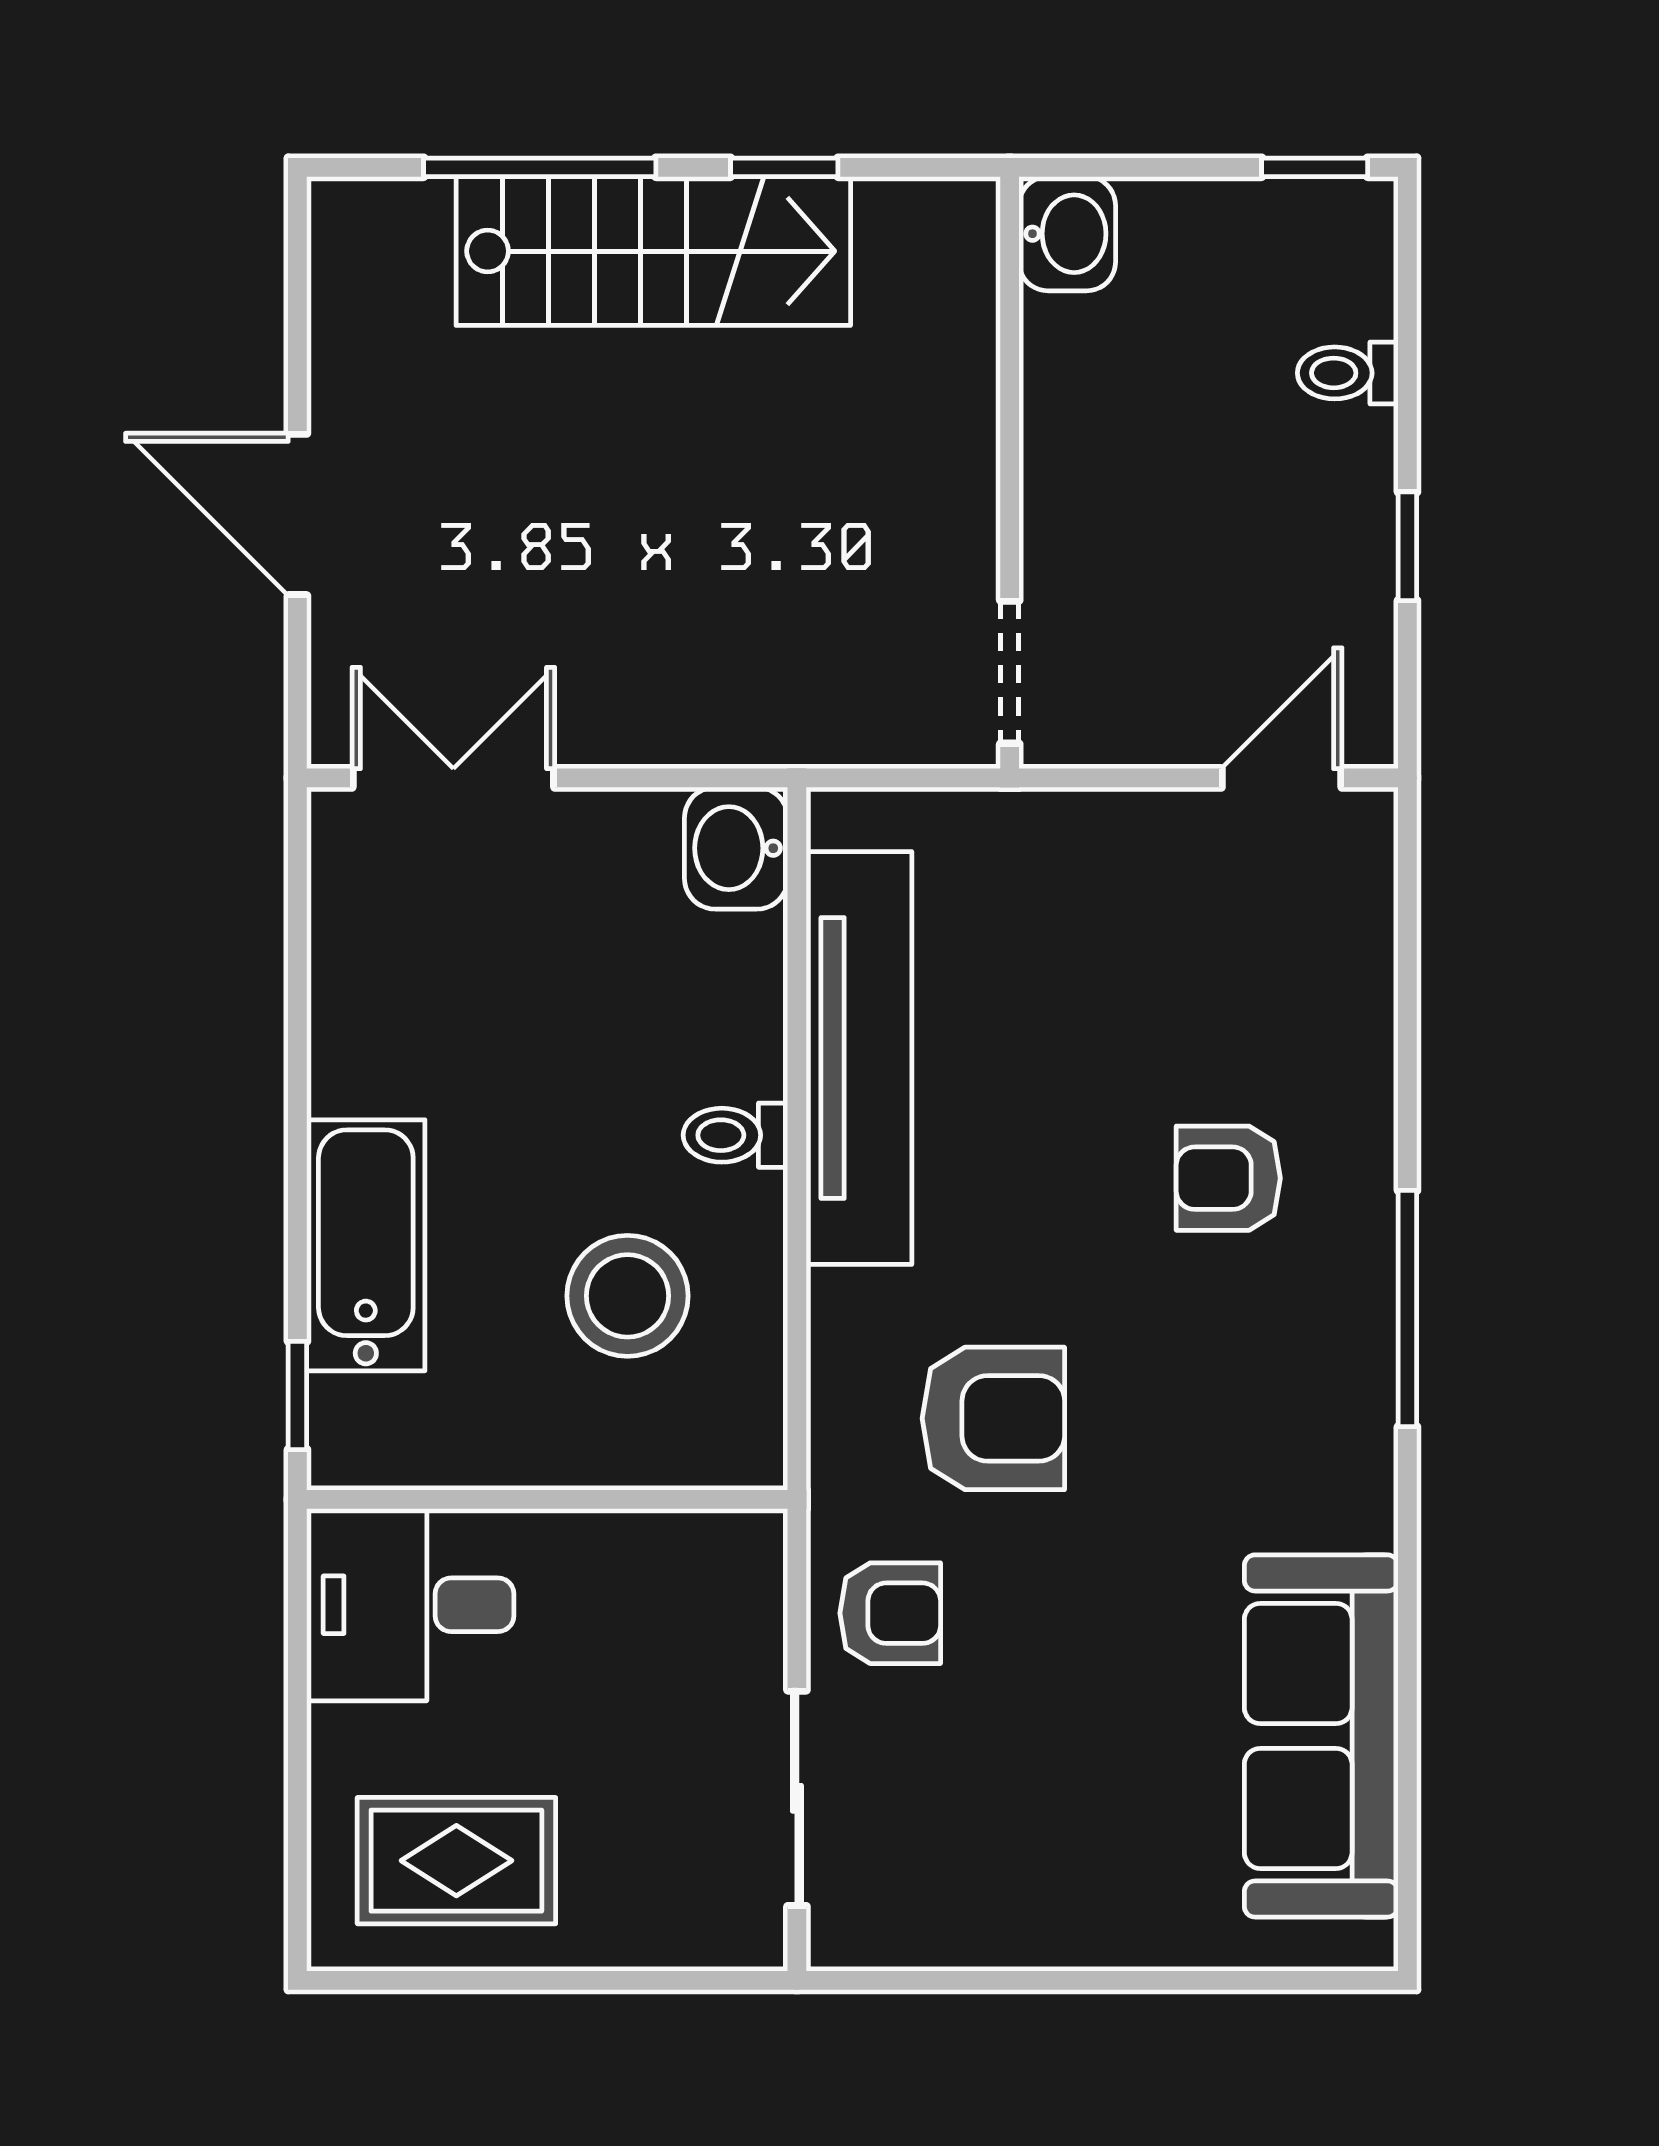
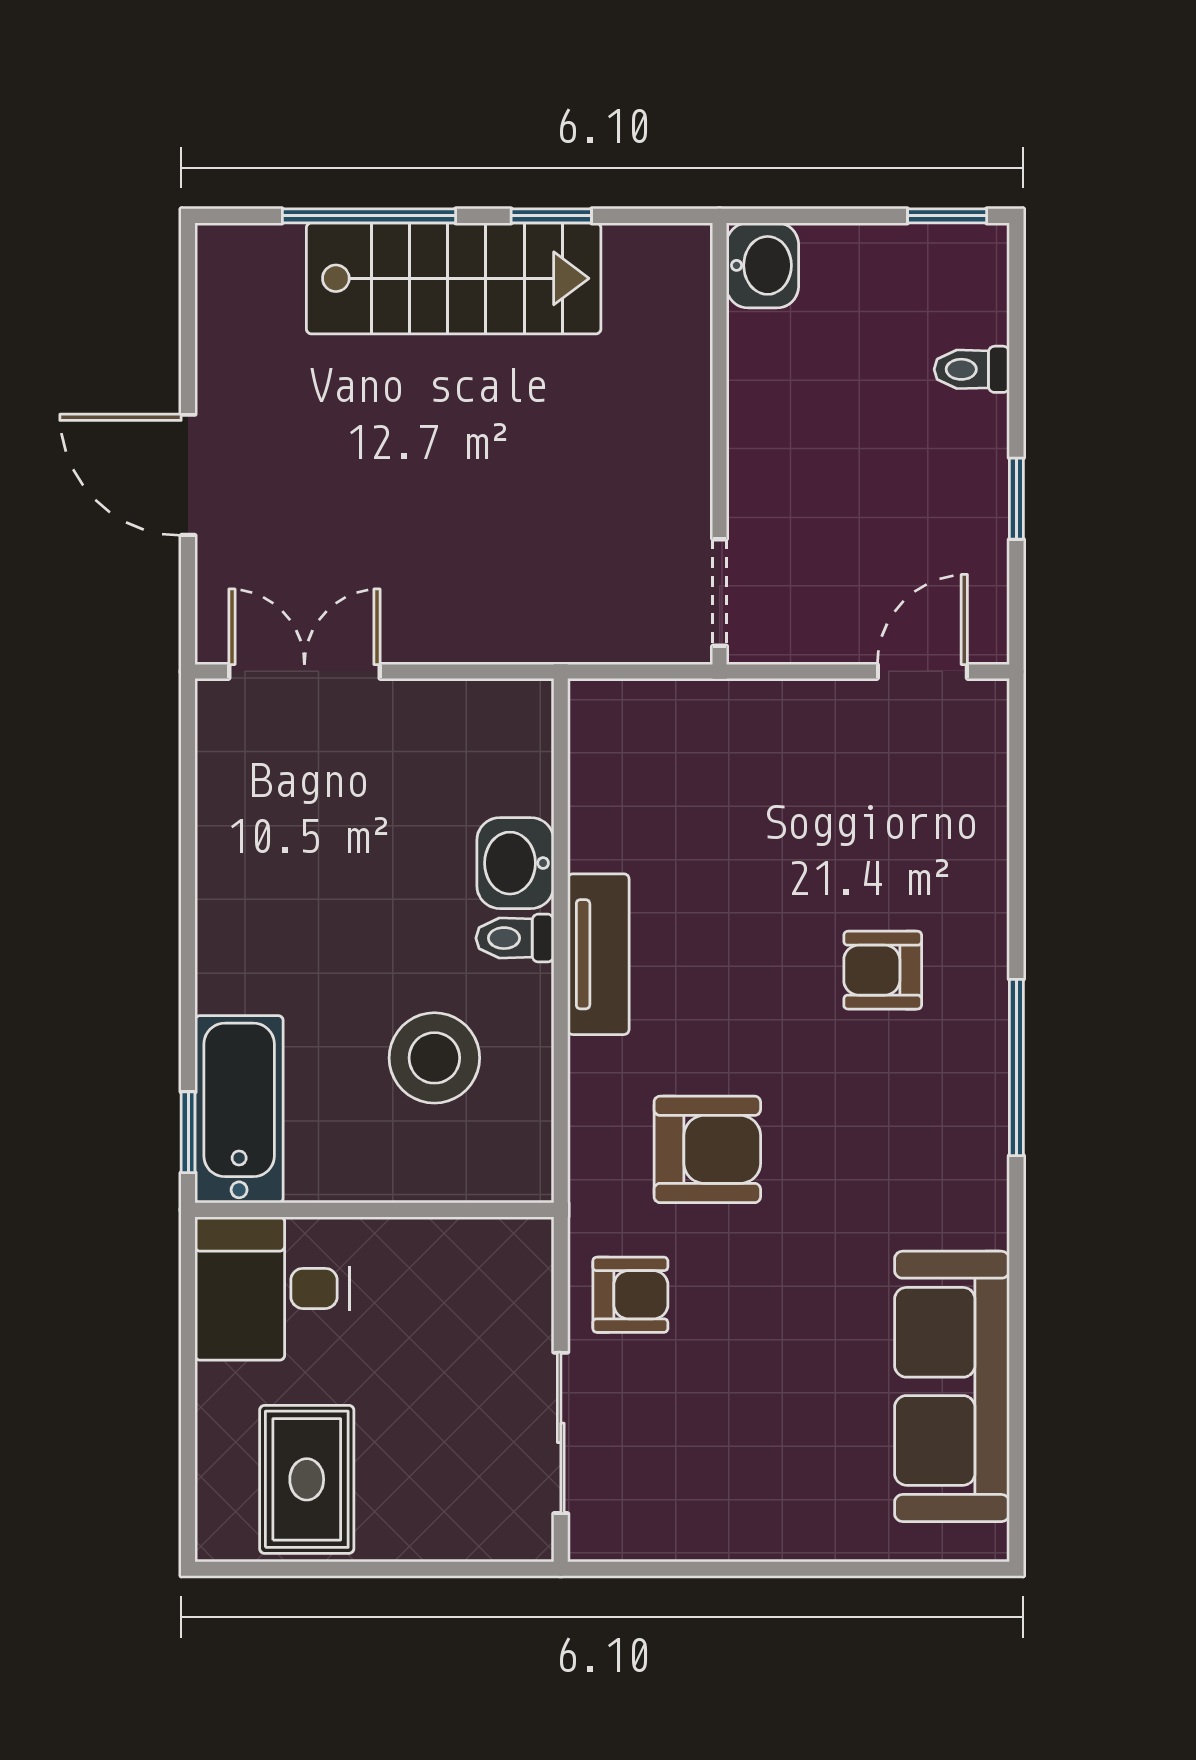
washbasin: (736, 848) -> (515, 863), moved
tv unit: (859, 1058) -> (598, 954), width x0.52, depth x0.78
bathtub: (366, 1245) -> (239, 1109), moved
rug: (456, 1861) -> (307, 1479), turned 90

